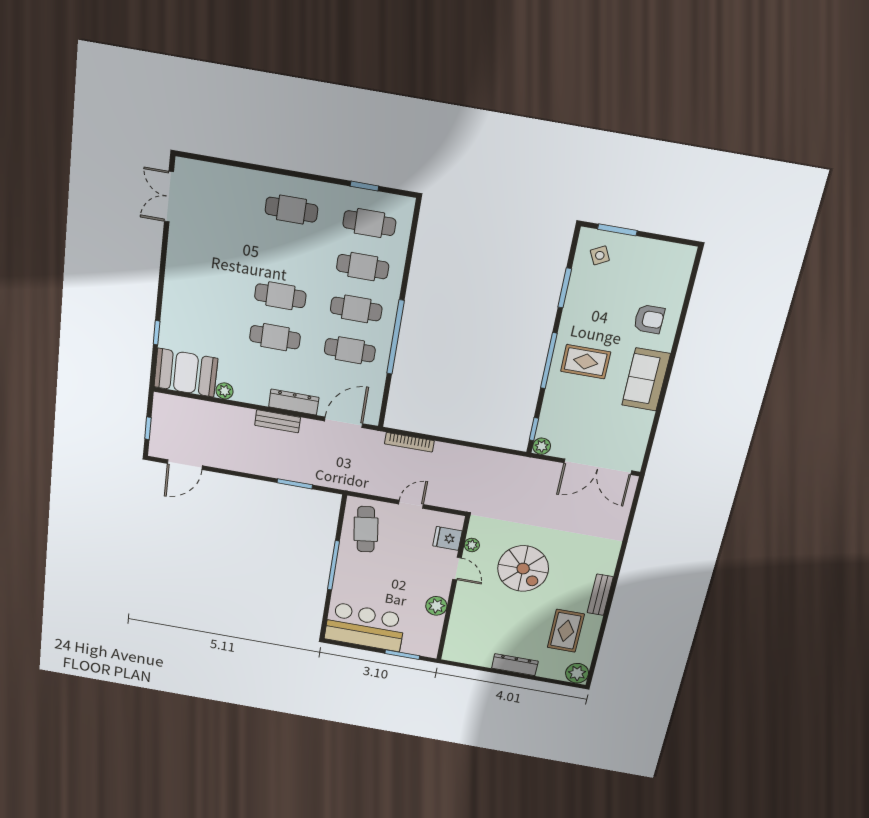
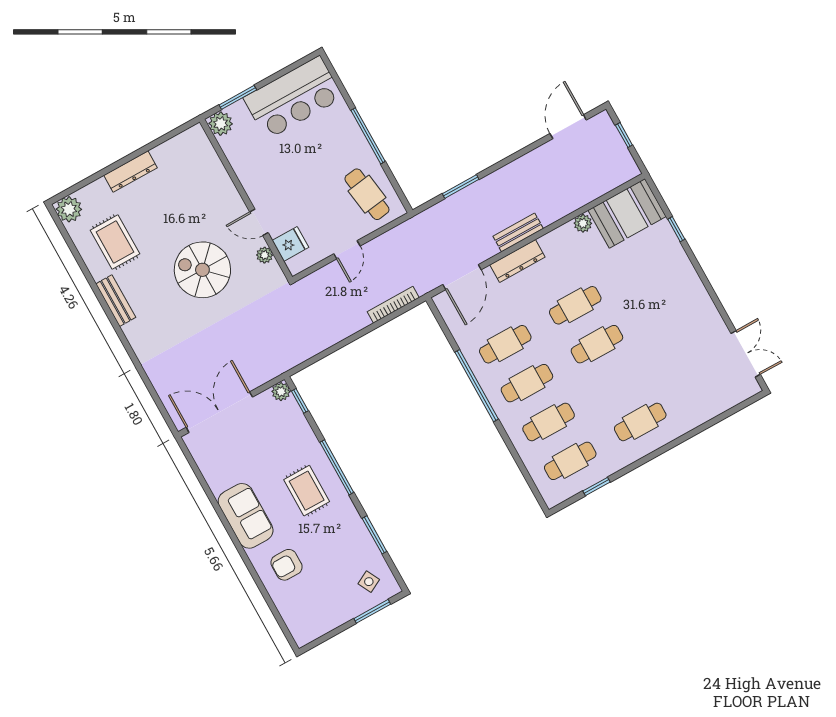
rug: (586, 362) -> (307, 491), turned 90
plant: (436, 606) -> (221, 124), moved

